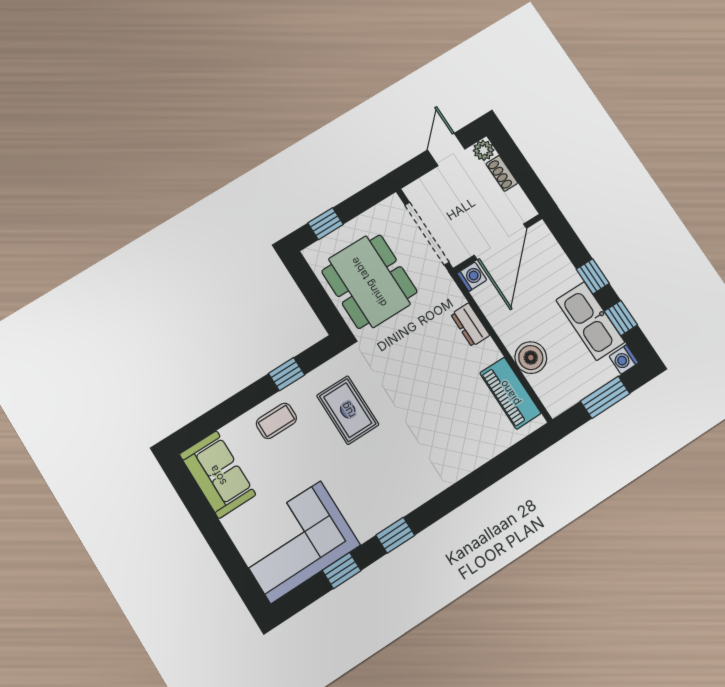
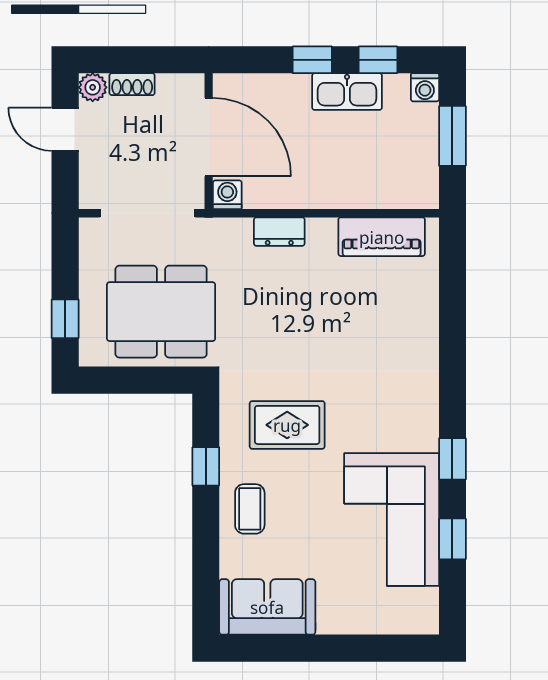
kitchen sink: (590, 321) -> (347, 92), width x0.73, depth x0.81
boiler: (531, 358) -> (358, 189), removed
corner sofa: (296, 542) -> (392, 519), moved

